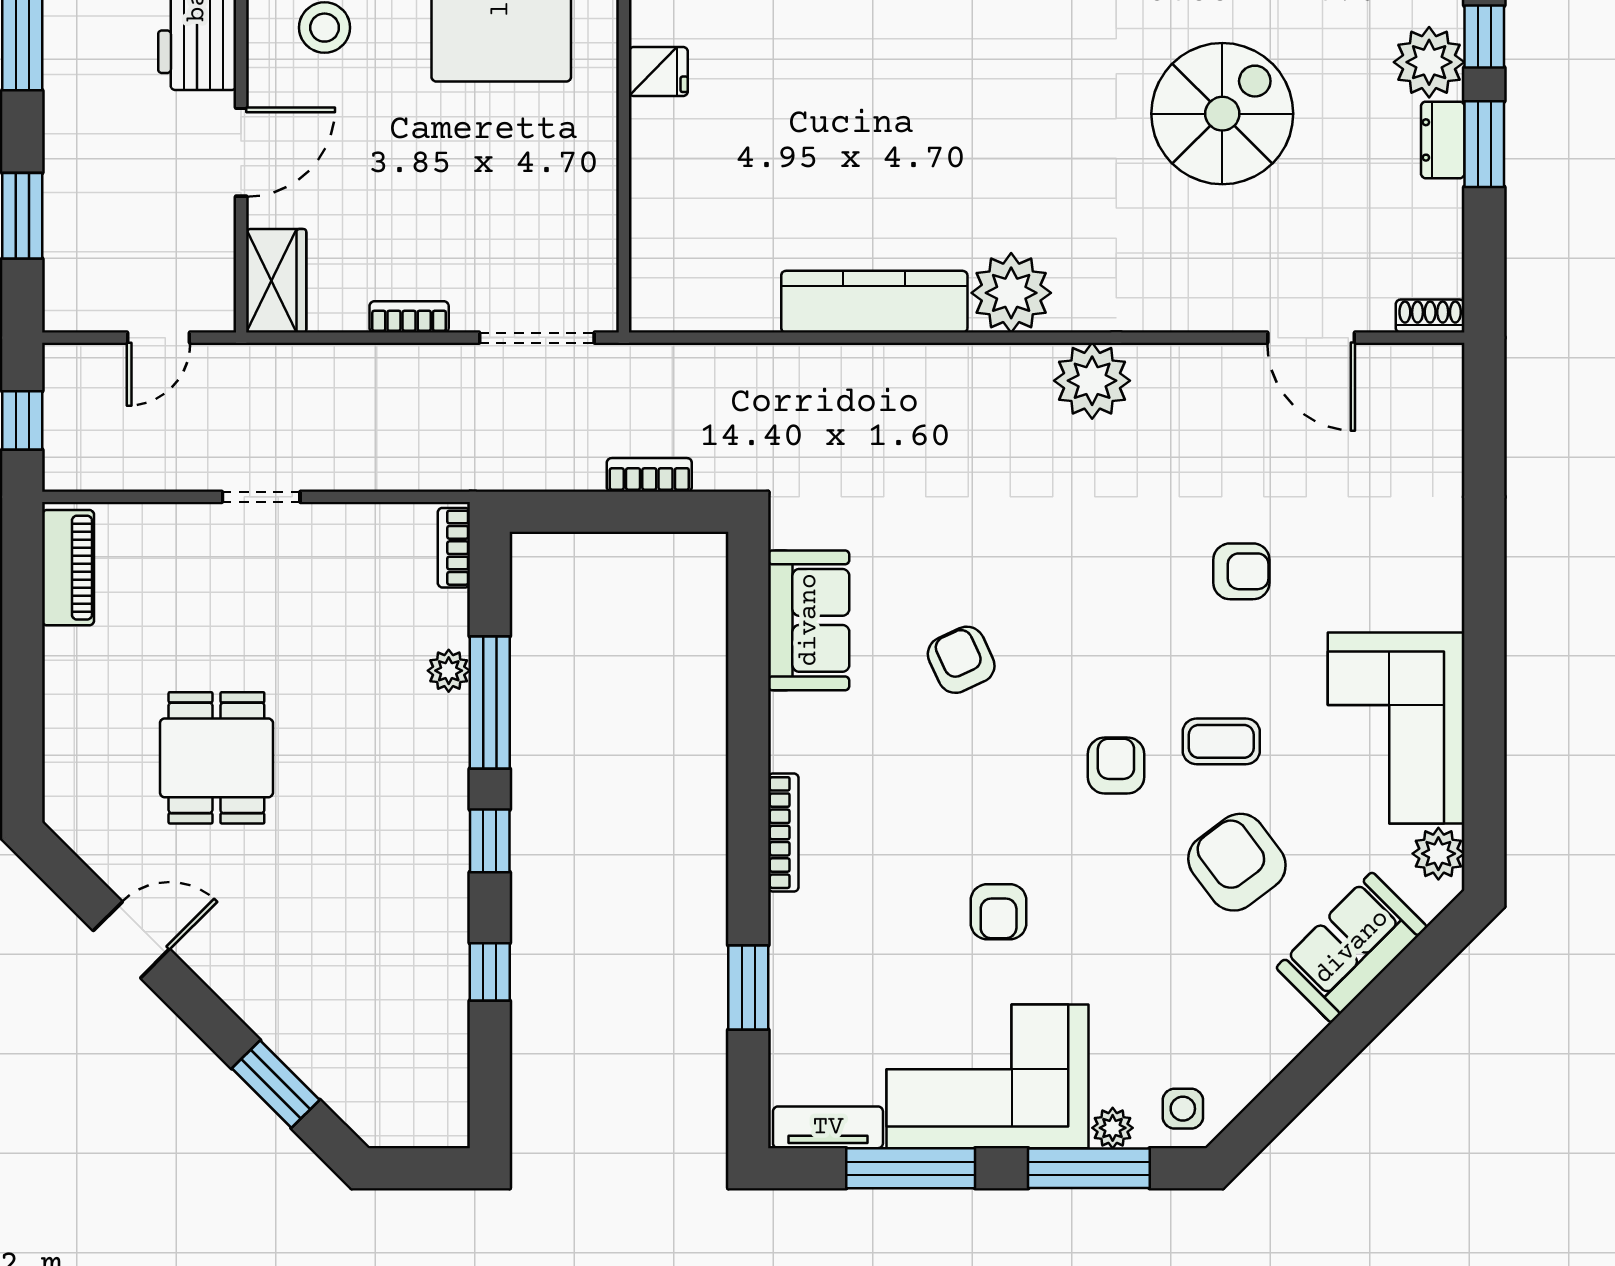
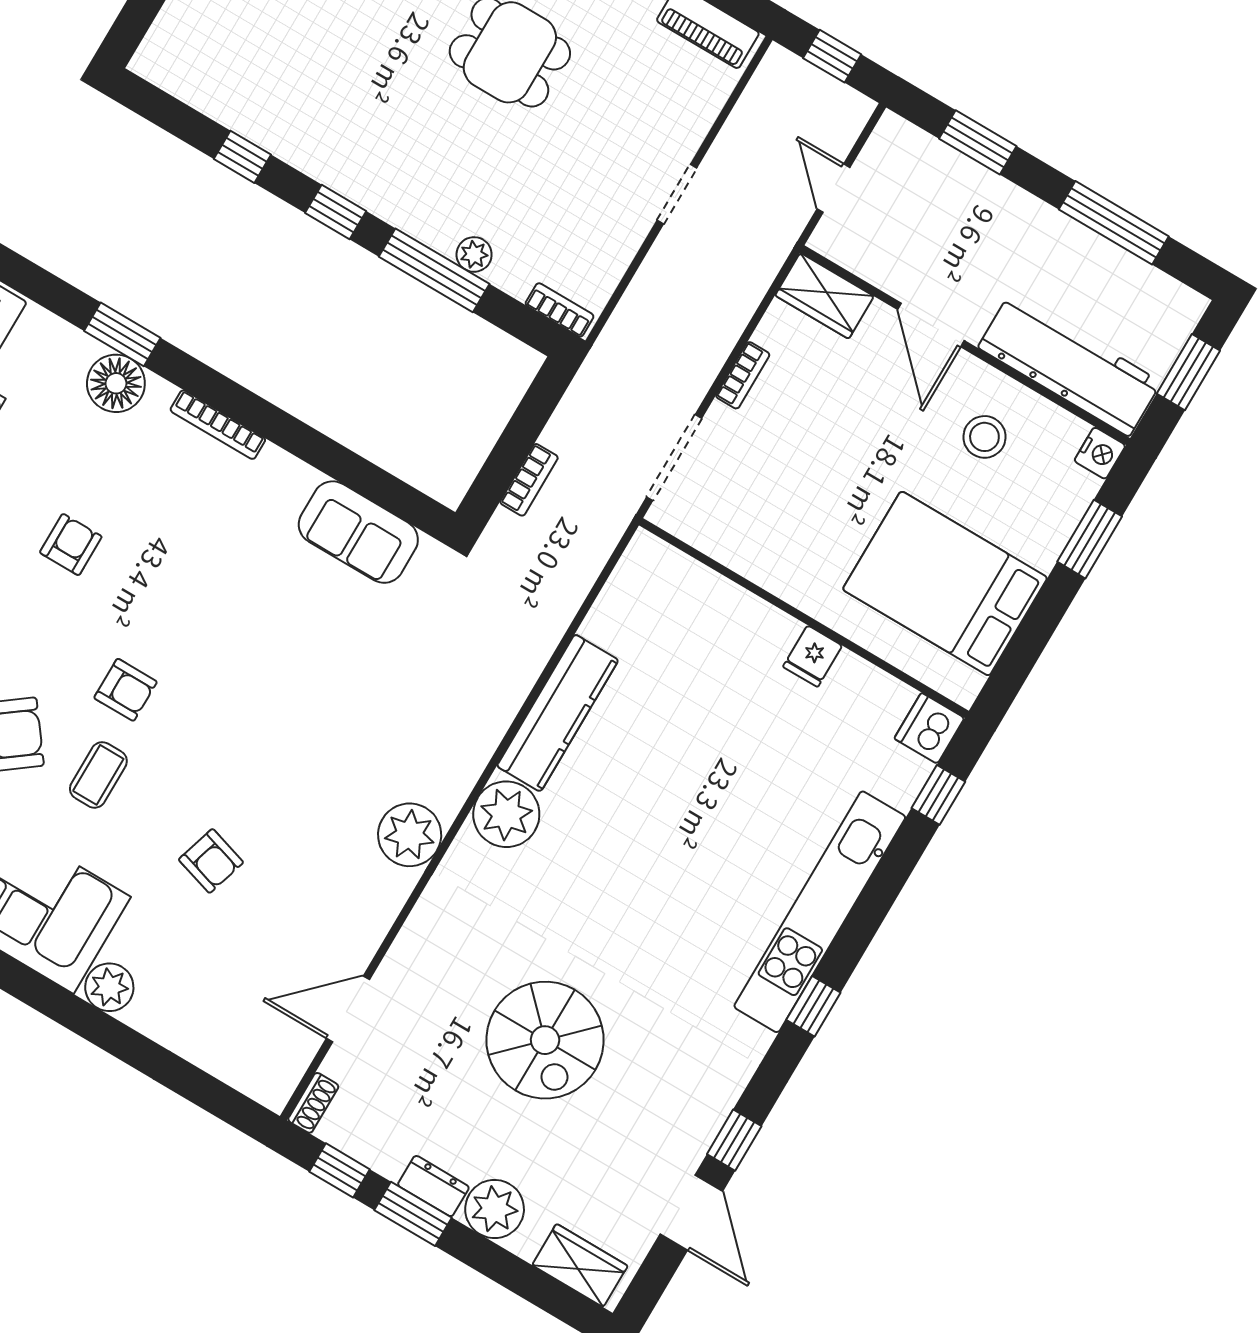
window: (1484, 36) -> (339, 1170), moved
armchair: (1241, 571) -> (211, 861), turned -73
plant: (1435, 599) -> (109, 987), added
armchair: (961, 660) -> (266, 624), removed
armchair: (999, 912) -> (71, 545), turned 90
floor lamp: (803, 964) -> (116, 383), added

